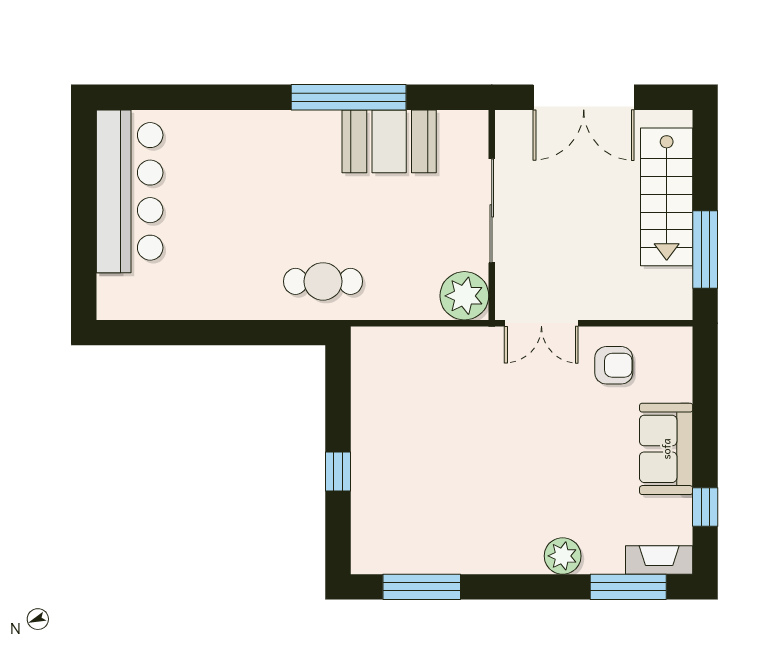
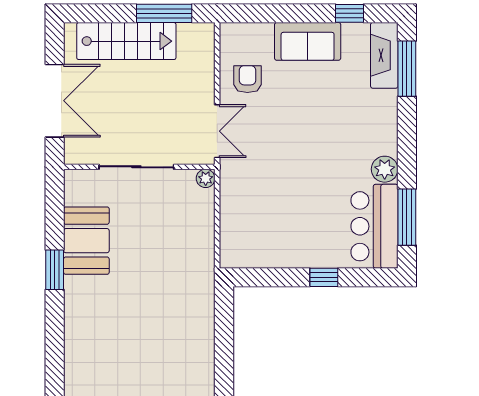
window: (349, 97) -> (55, 270), width x0.47
cafe table: (323, 281) -> (187, 288), removed
plant: (464, 296) -> (206, 178), width x0.53, depth x0.53
bar counter: (409, 542) -> (374, 226), added
plant: (563, 556) -> (385, 169), moved
fireplace: (659, 560) -> (384, 55), width x1.37, depth x1.32

